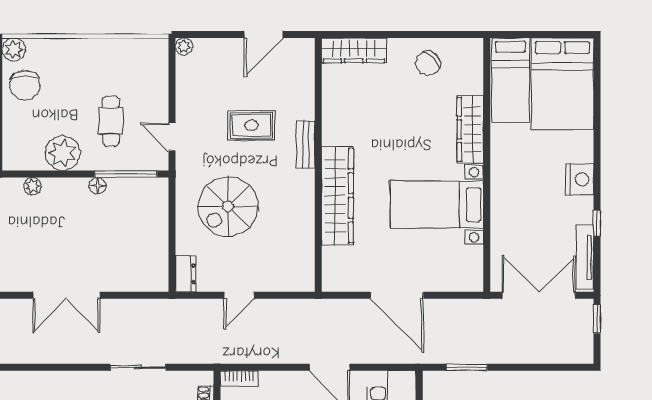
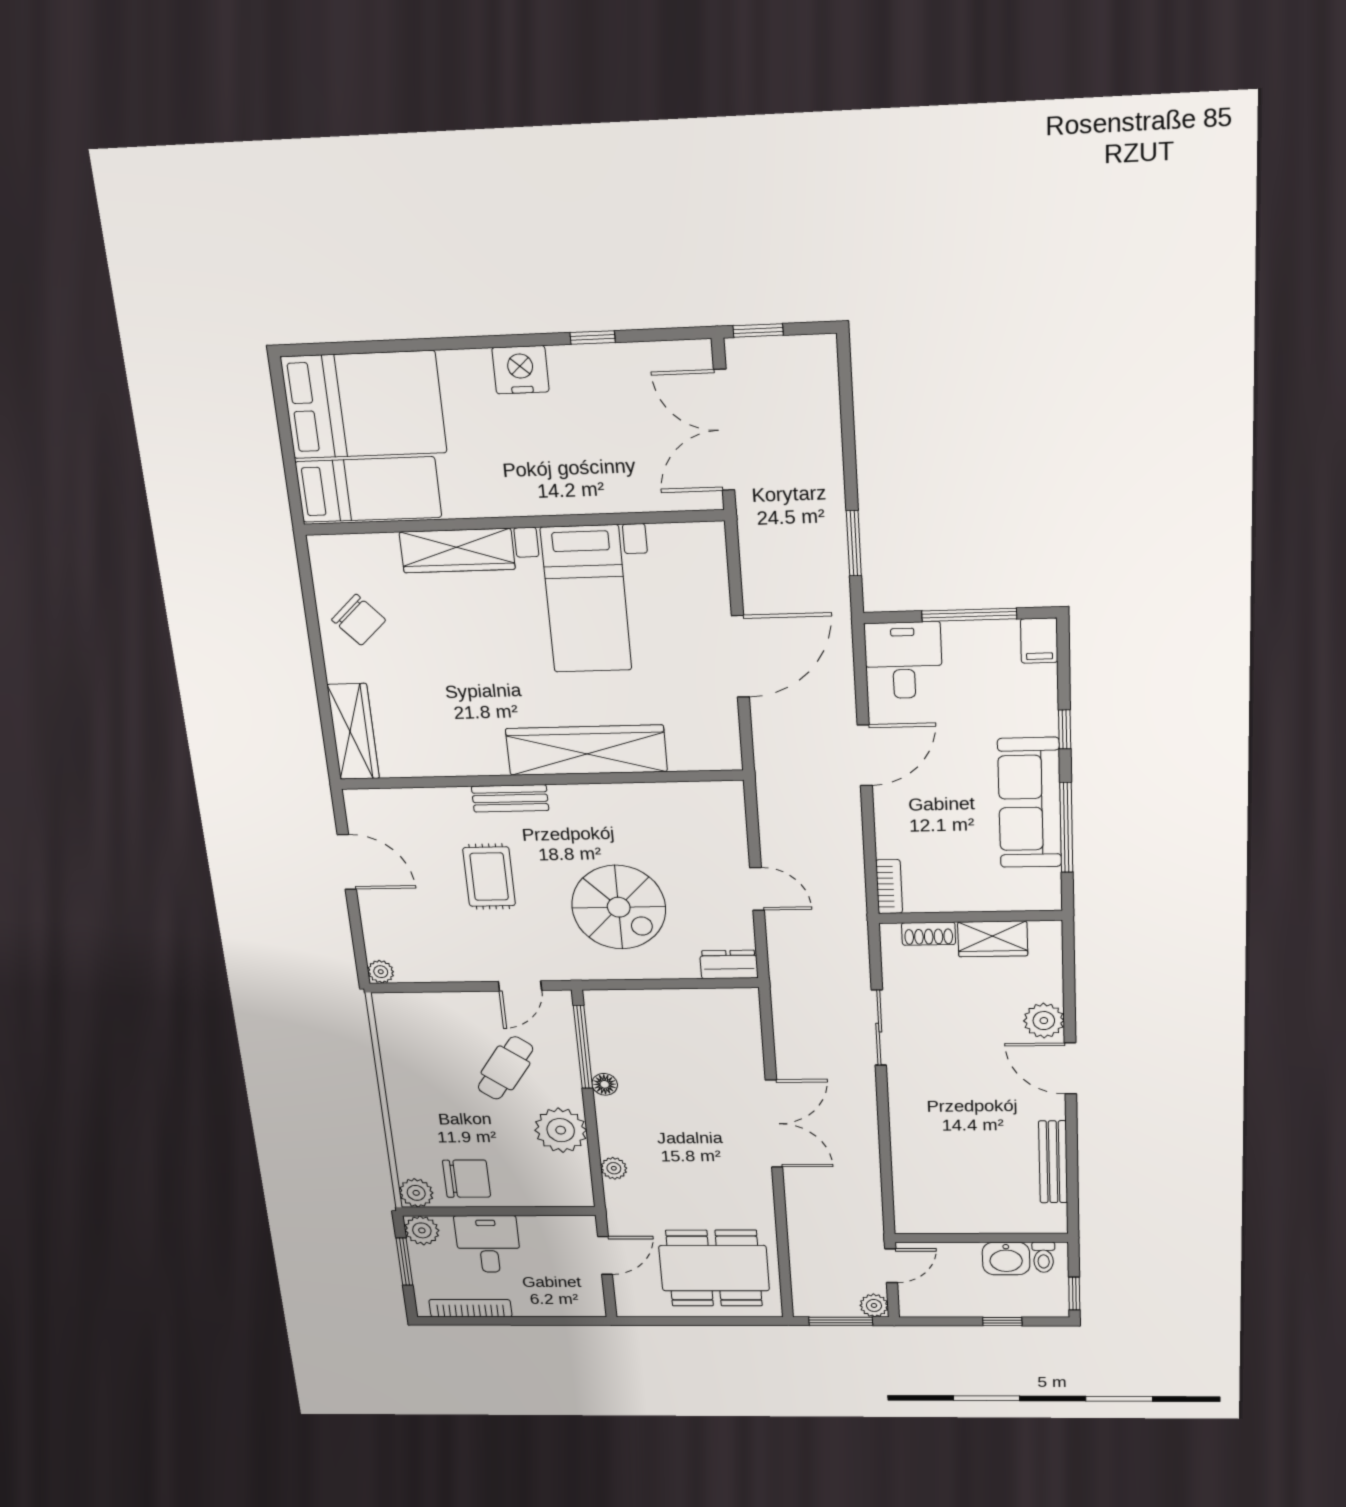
cafe table: (111, 121) -> (505, 1068), turned -55
tv unit: (585, 257) -> (653, 356), removed

